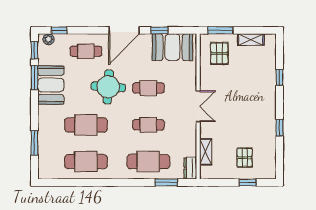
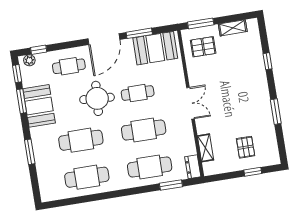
window: (159, 30) -> (139, 33), width x1.50
pallet: (219, 53) -> (203, 47), turned 90
cafe table: (148, 125) -> (144, 130), width x1.37, depth x1.35
window: (279, 128) -> (276, 112), width x1.50
window: (34, 143) -> (30, 152), moved

